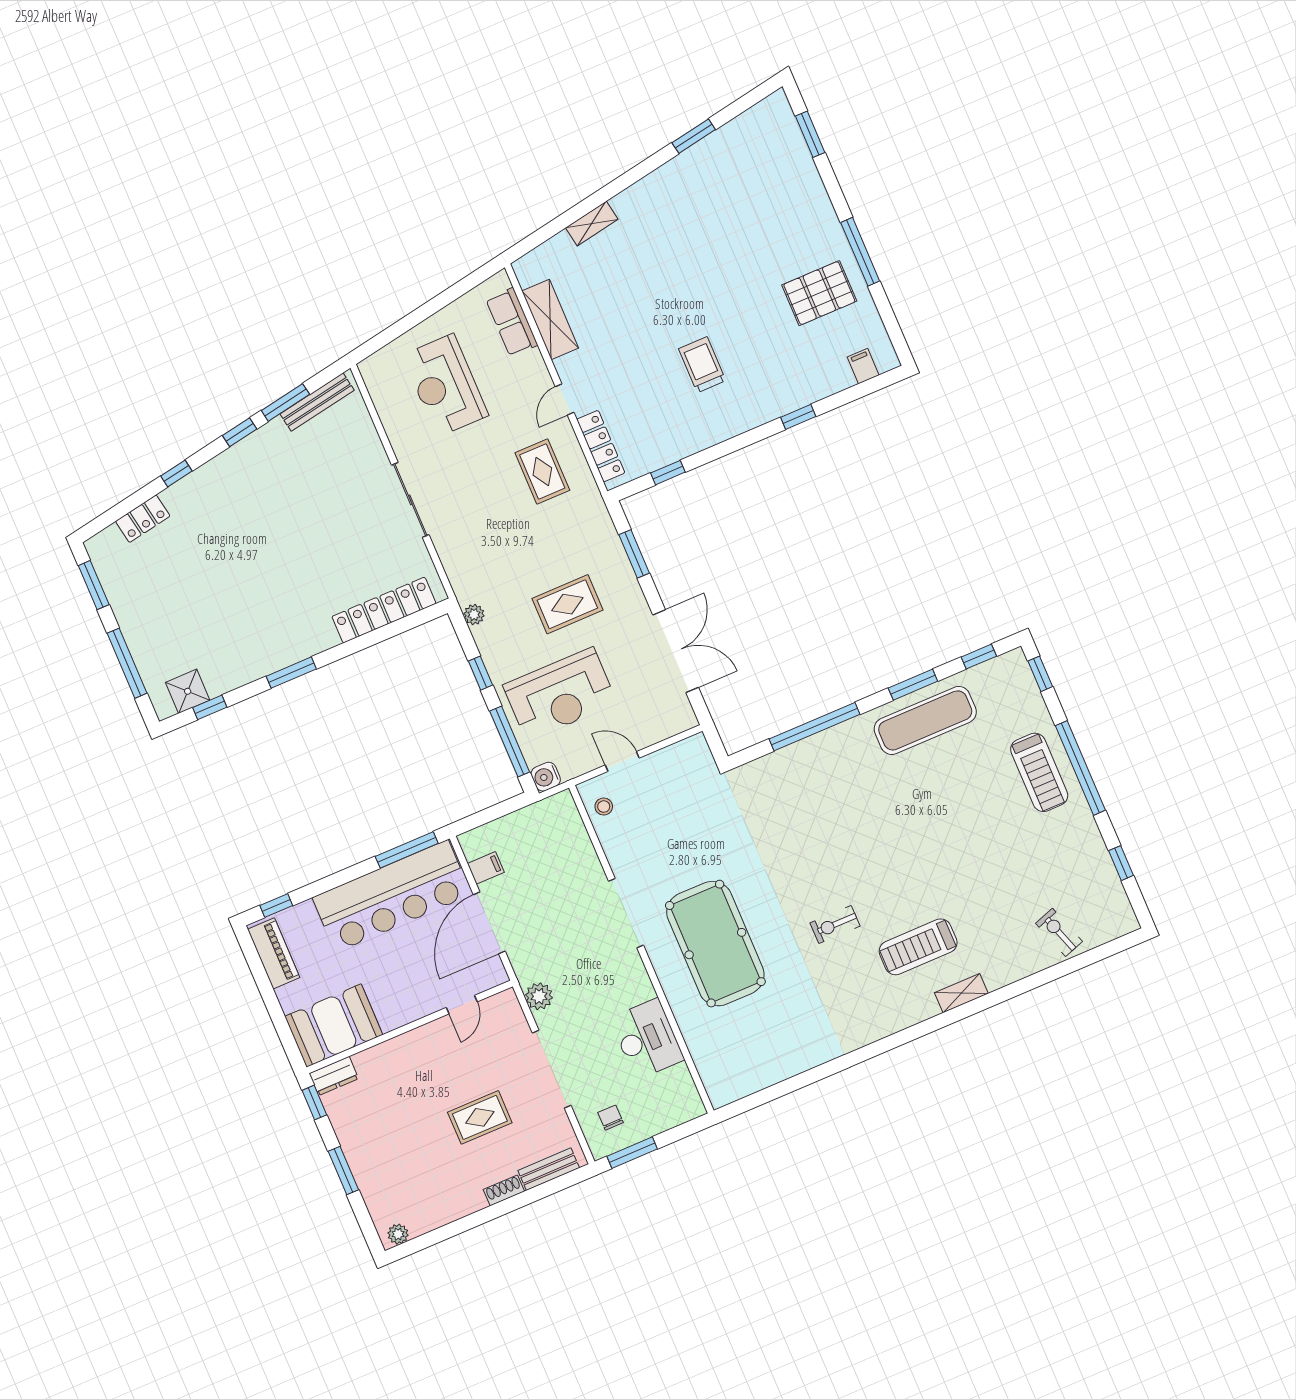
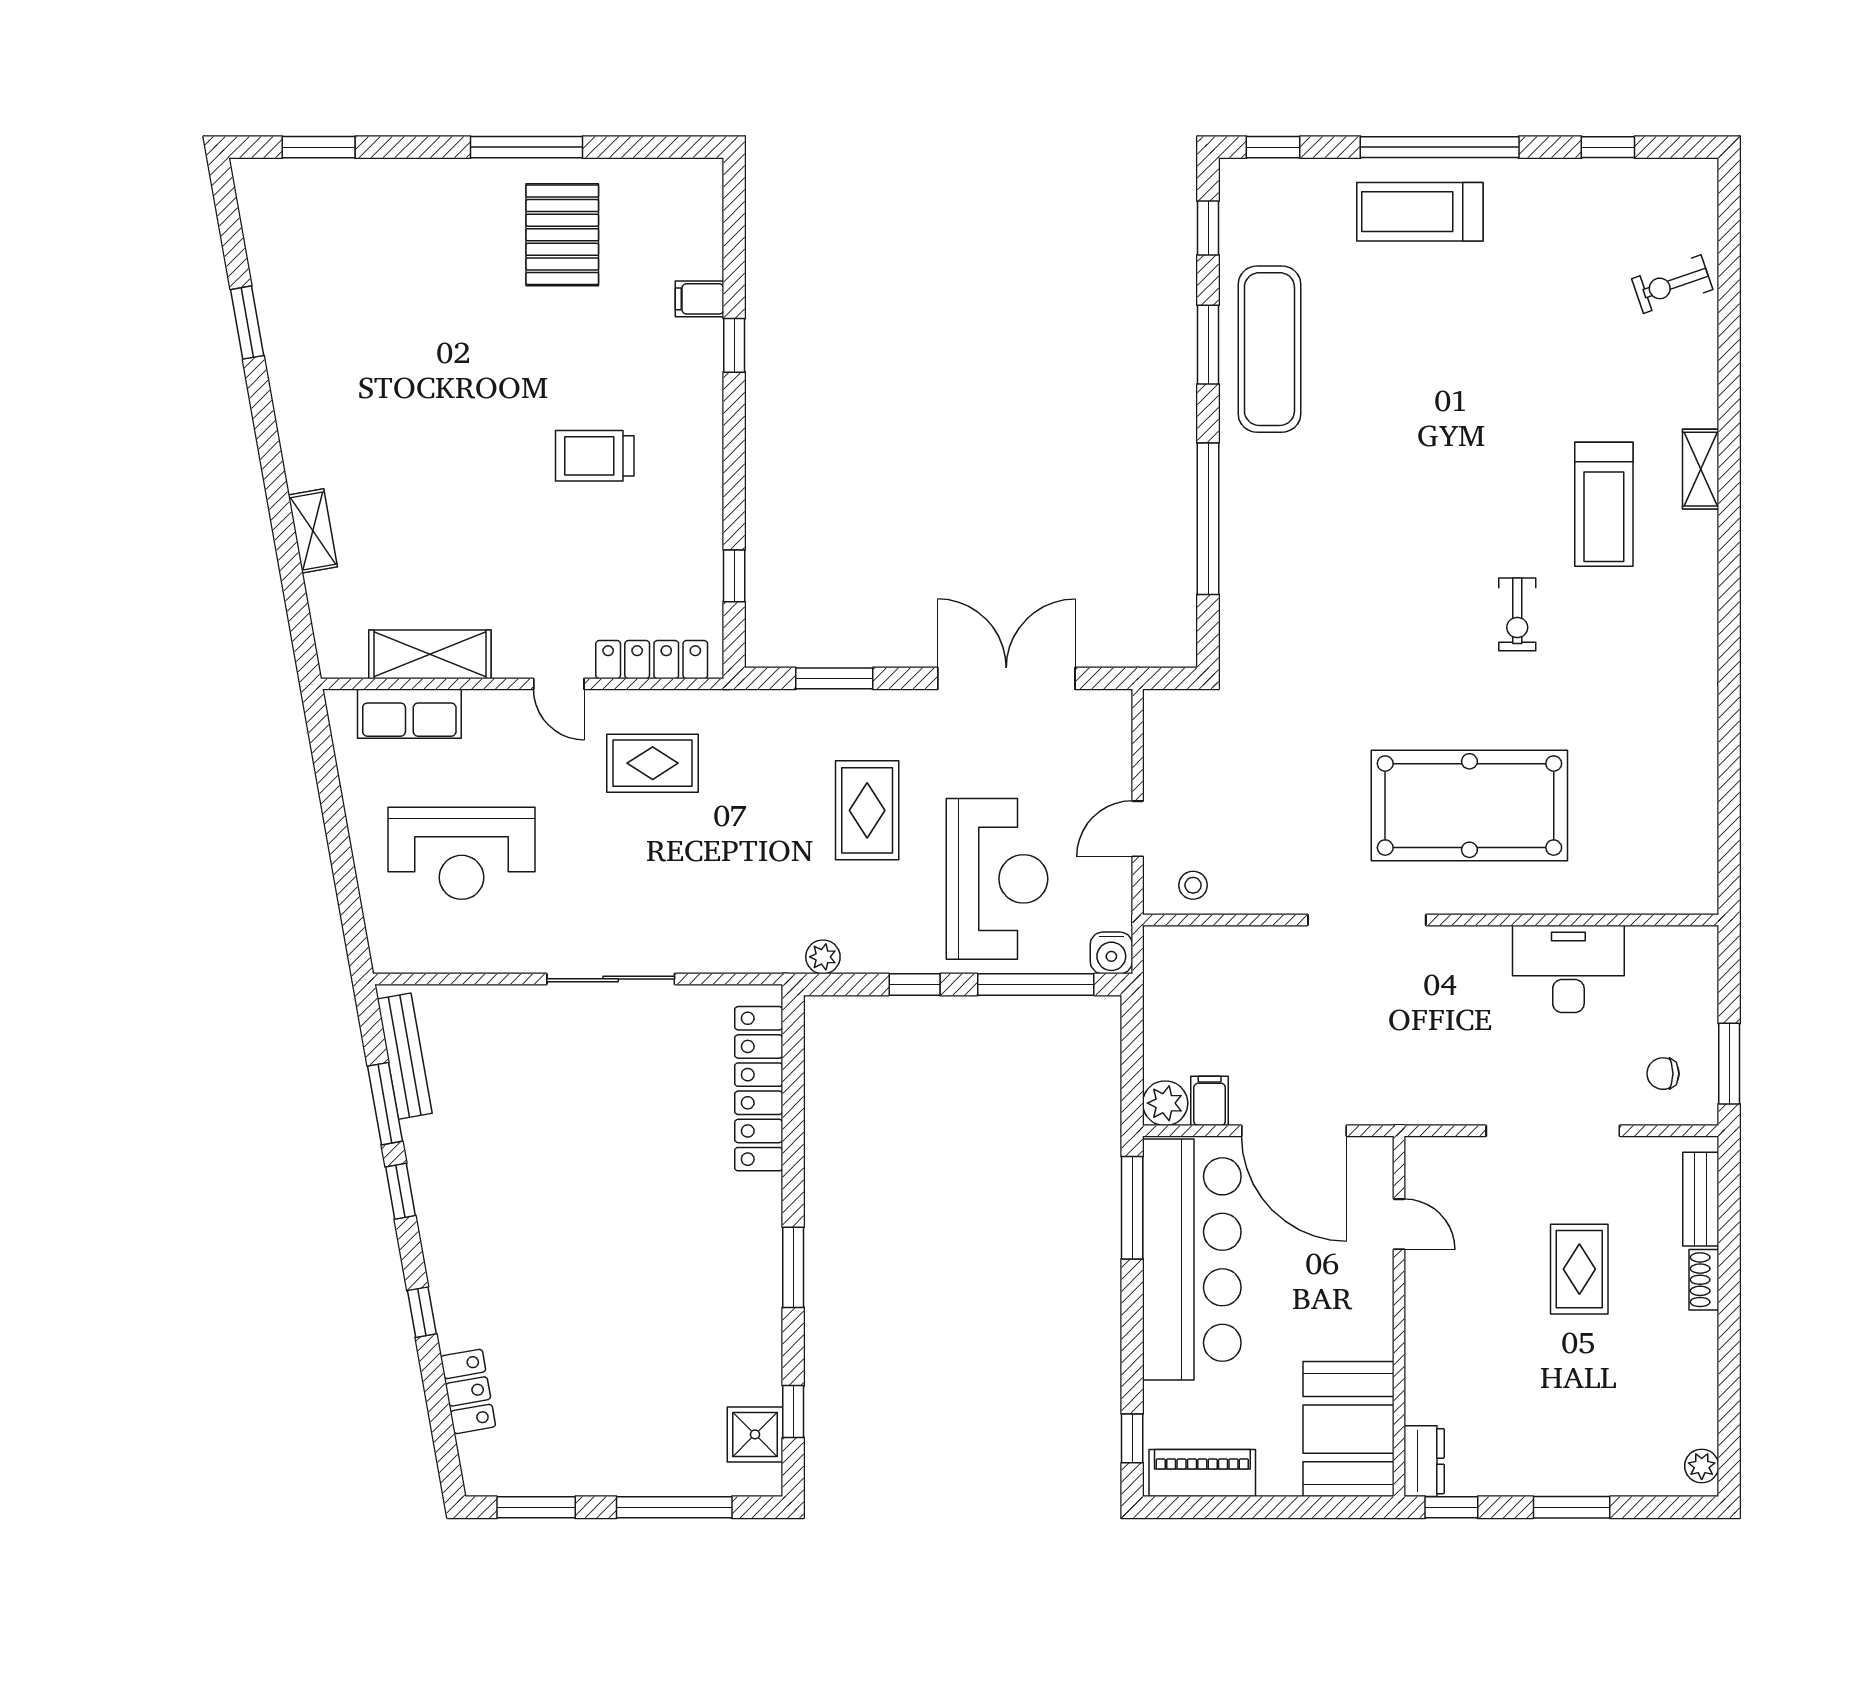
filing cabinet: (863, 366) -> (699, 299), moved
treadmill: (1039, 772) -> (1420, 212), turned 180
plant: (539, 996) -> (1165, 1103), moved

